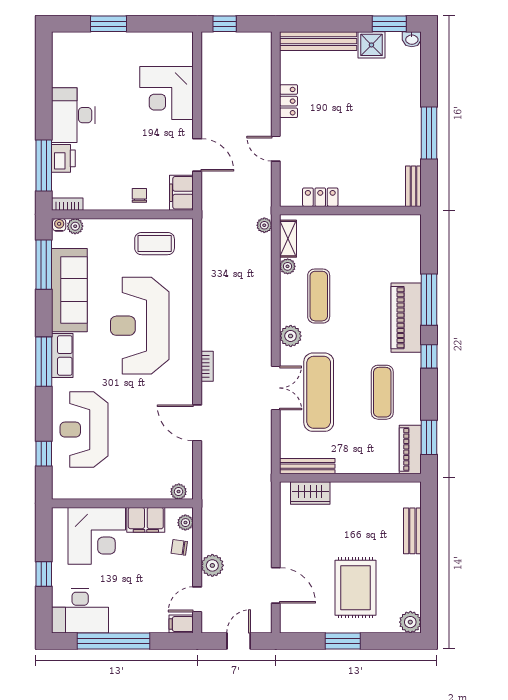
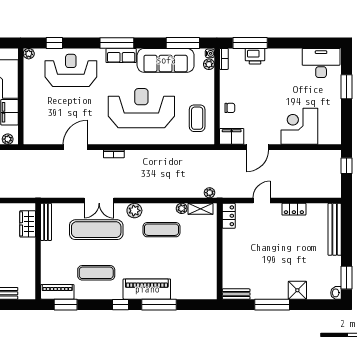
shower: (371, 45) -> (297, 290), moved
desk: (73, 115) -> (321, 63), moved
locker: (320, 197) -> (229, 216), moved
plant: (179, 492) -> (29, 54), moved

